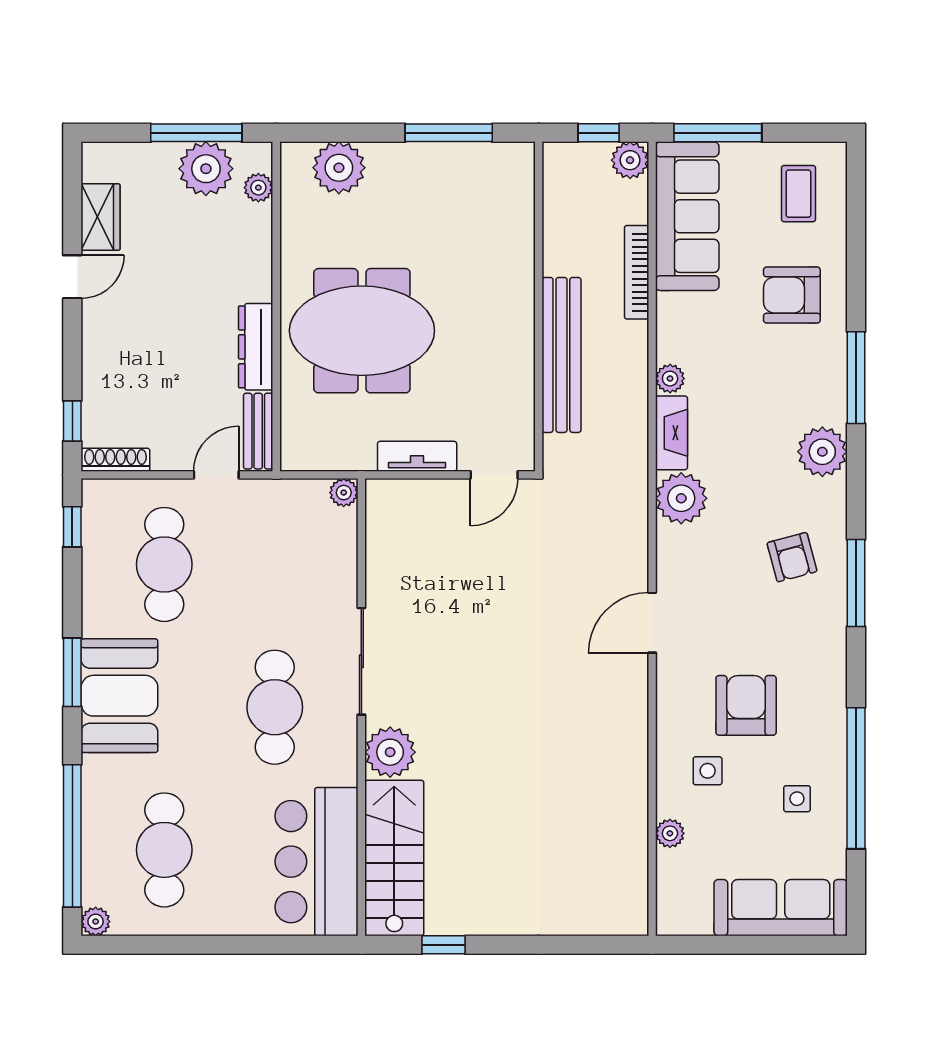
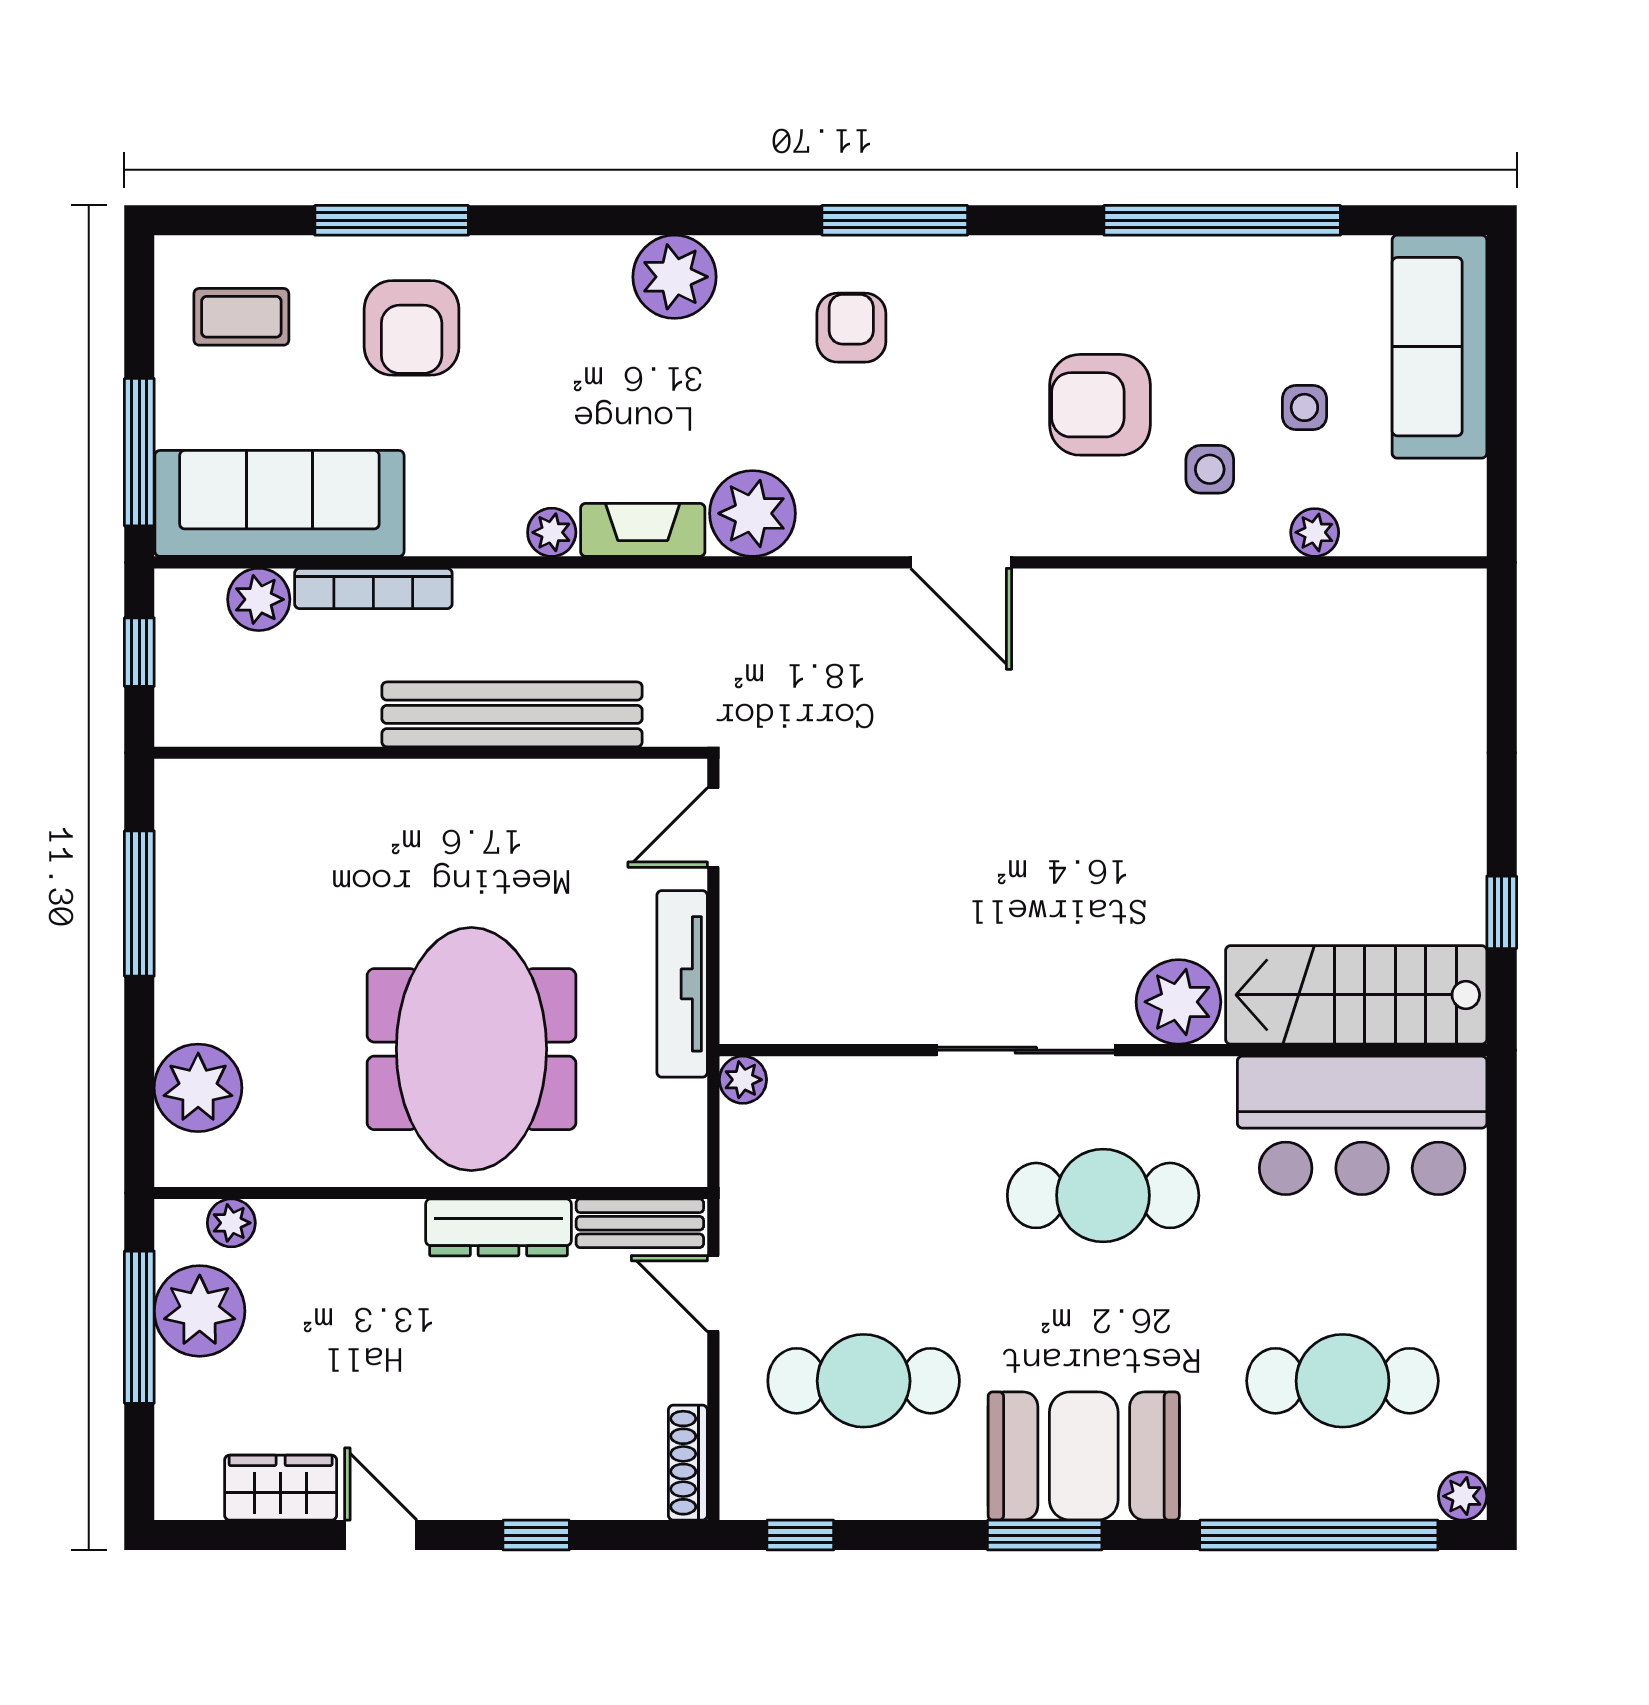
plant: (630, 160) -> (259, 599), moved
window: (856, 378) -> (392, 220), moved
window: (72, 421) -> (536, 1535), moved
tv unit: (417, 456) -> (682, 984), width x1.41
door: (494, 475) -> (713, 828), swing flipped
armchair: (792, 557) -> (851, 328), turned -75
side table: (797, 799) -> (1304, 407), moved

